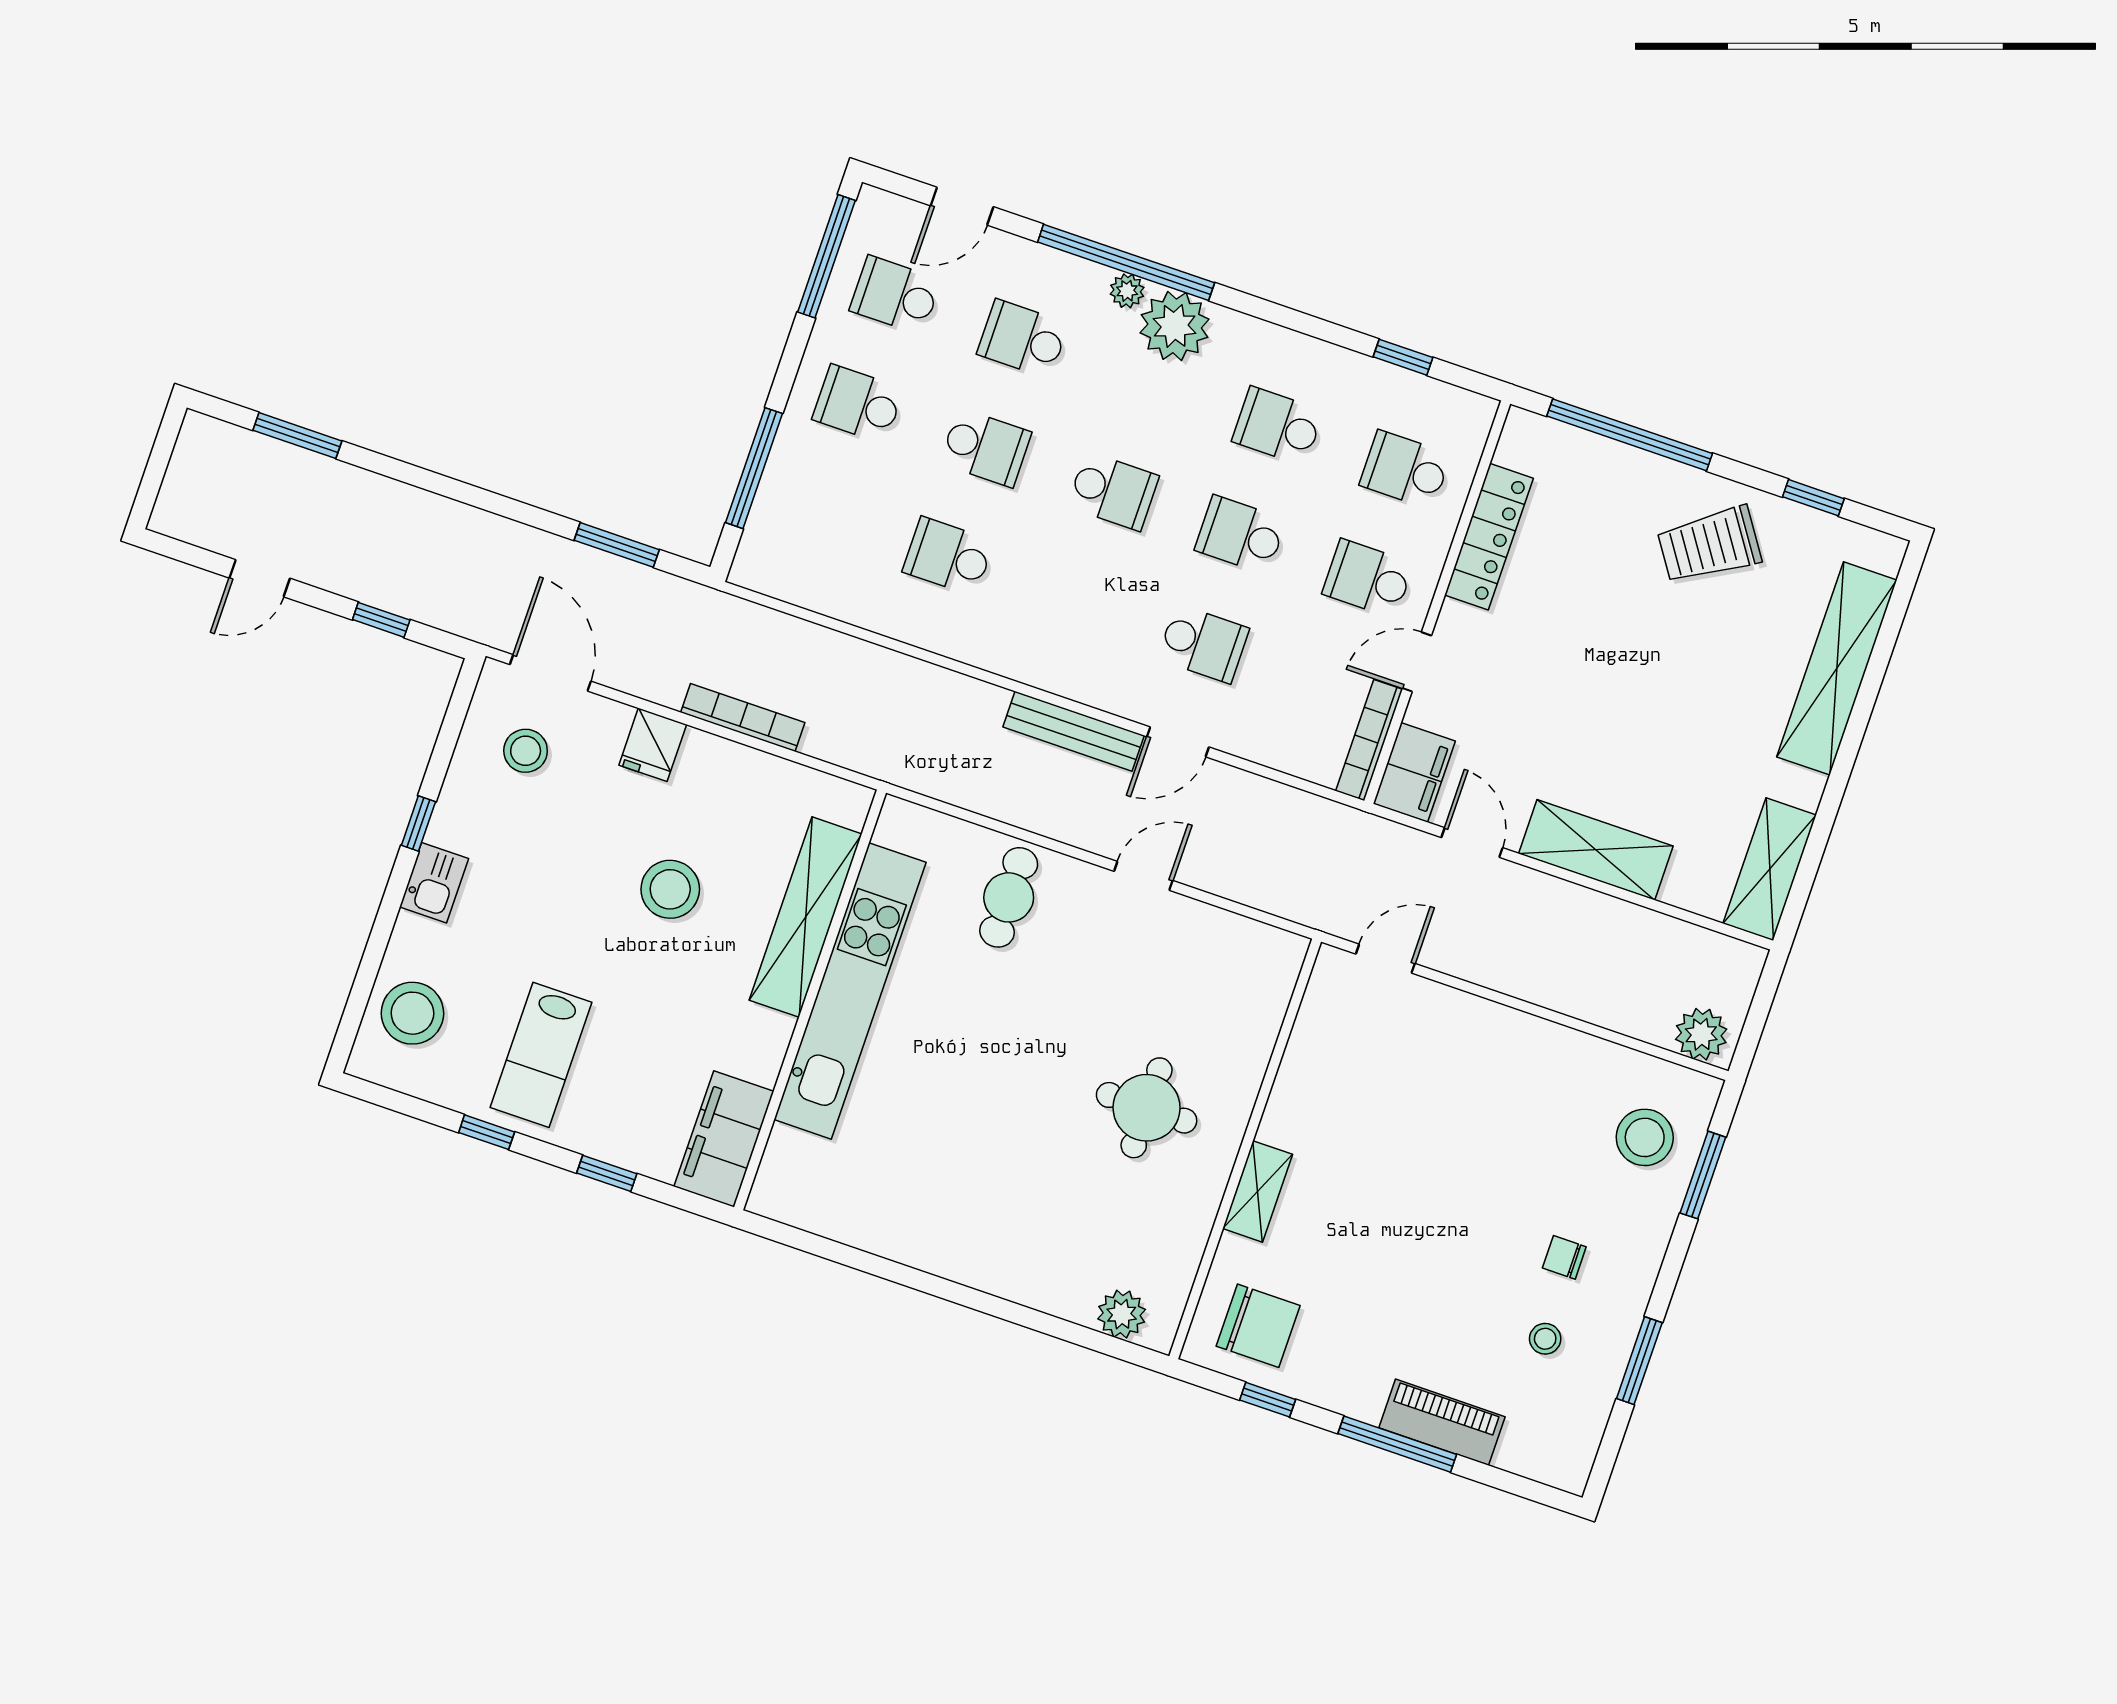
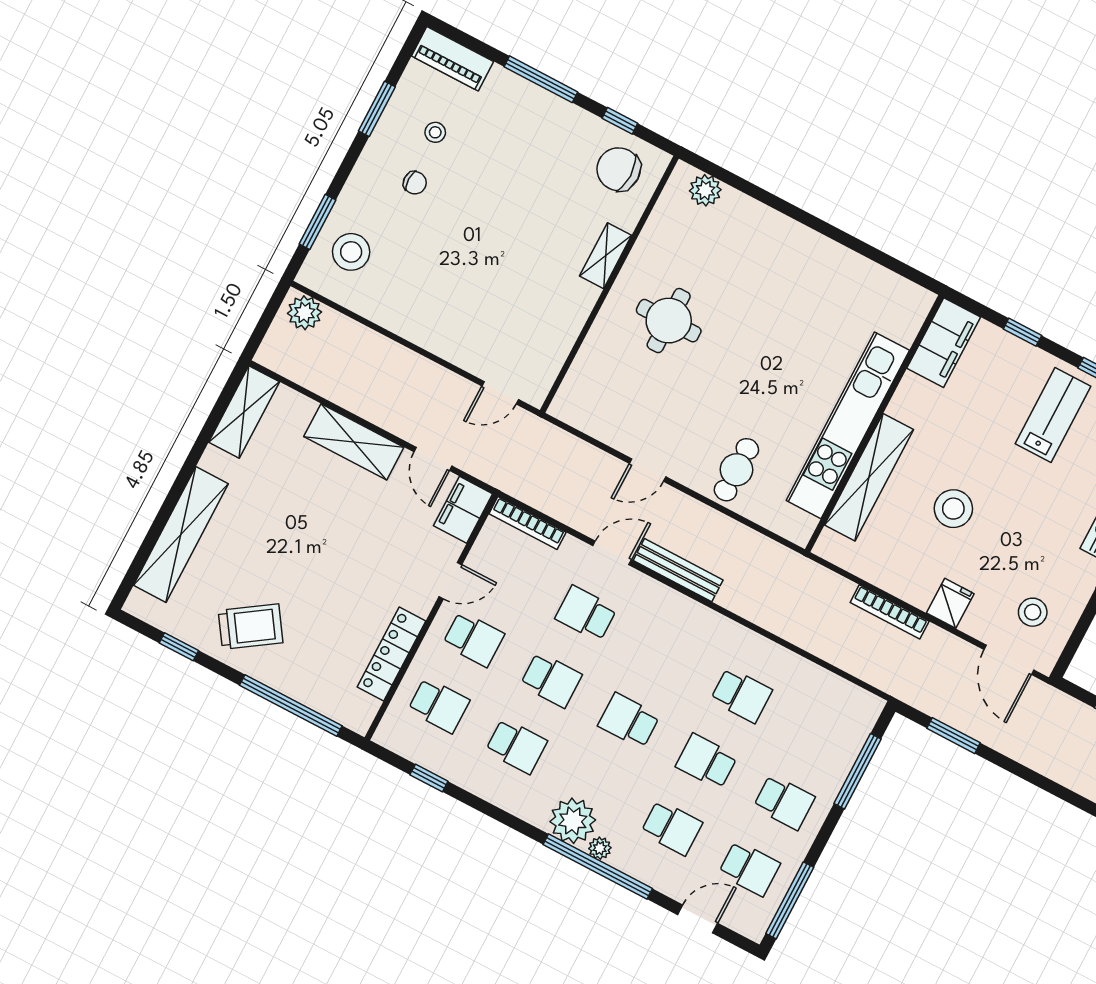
bookcase: (1369, 740) -> (527, 523), moved, turned 90
piano: (1442, 1422) -> (452, 59), moved

